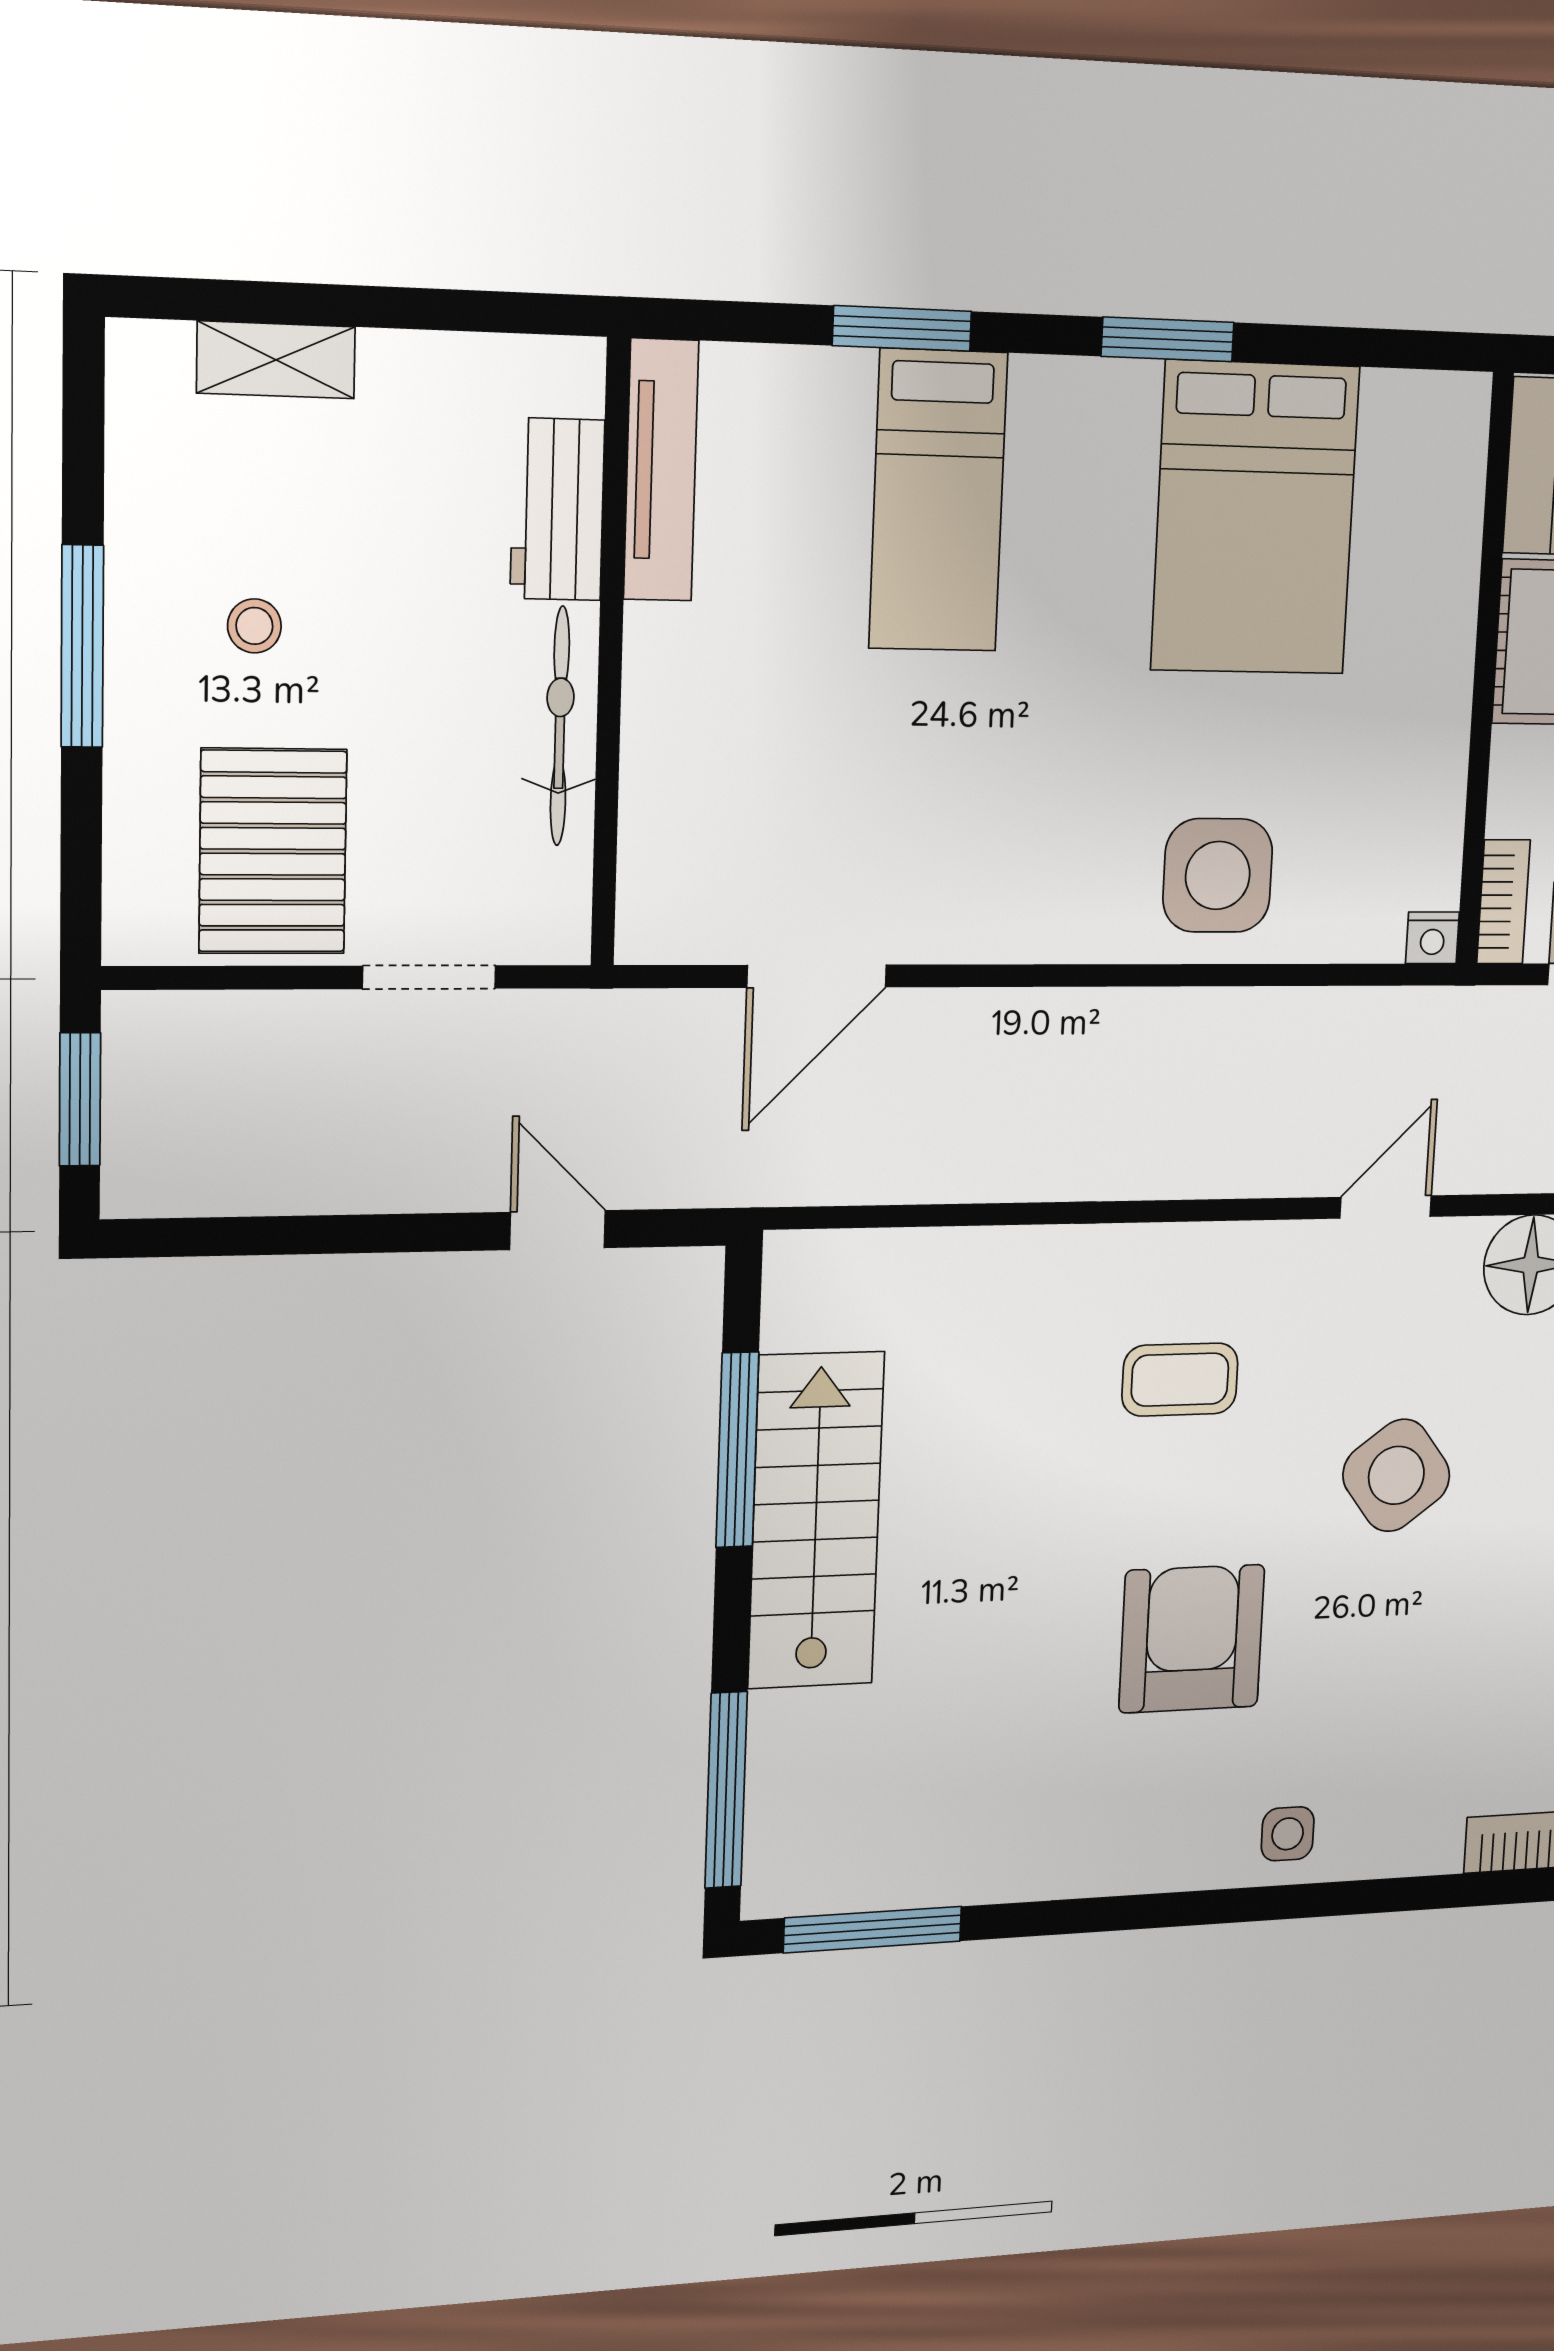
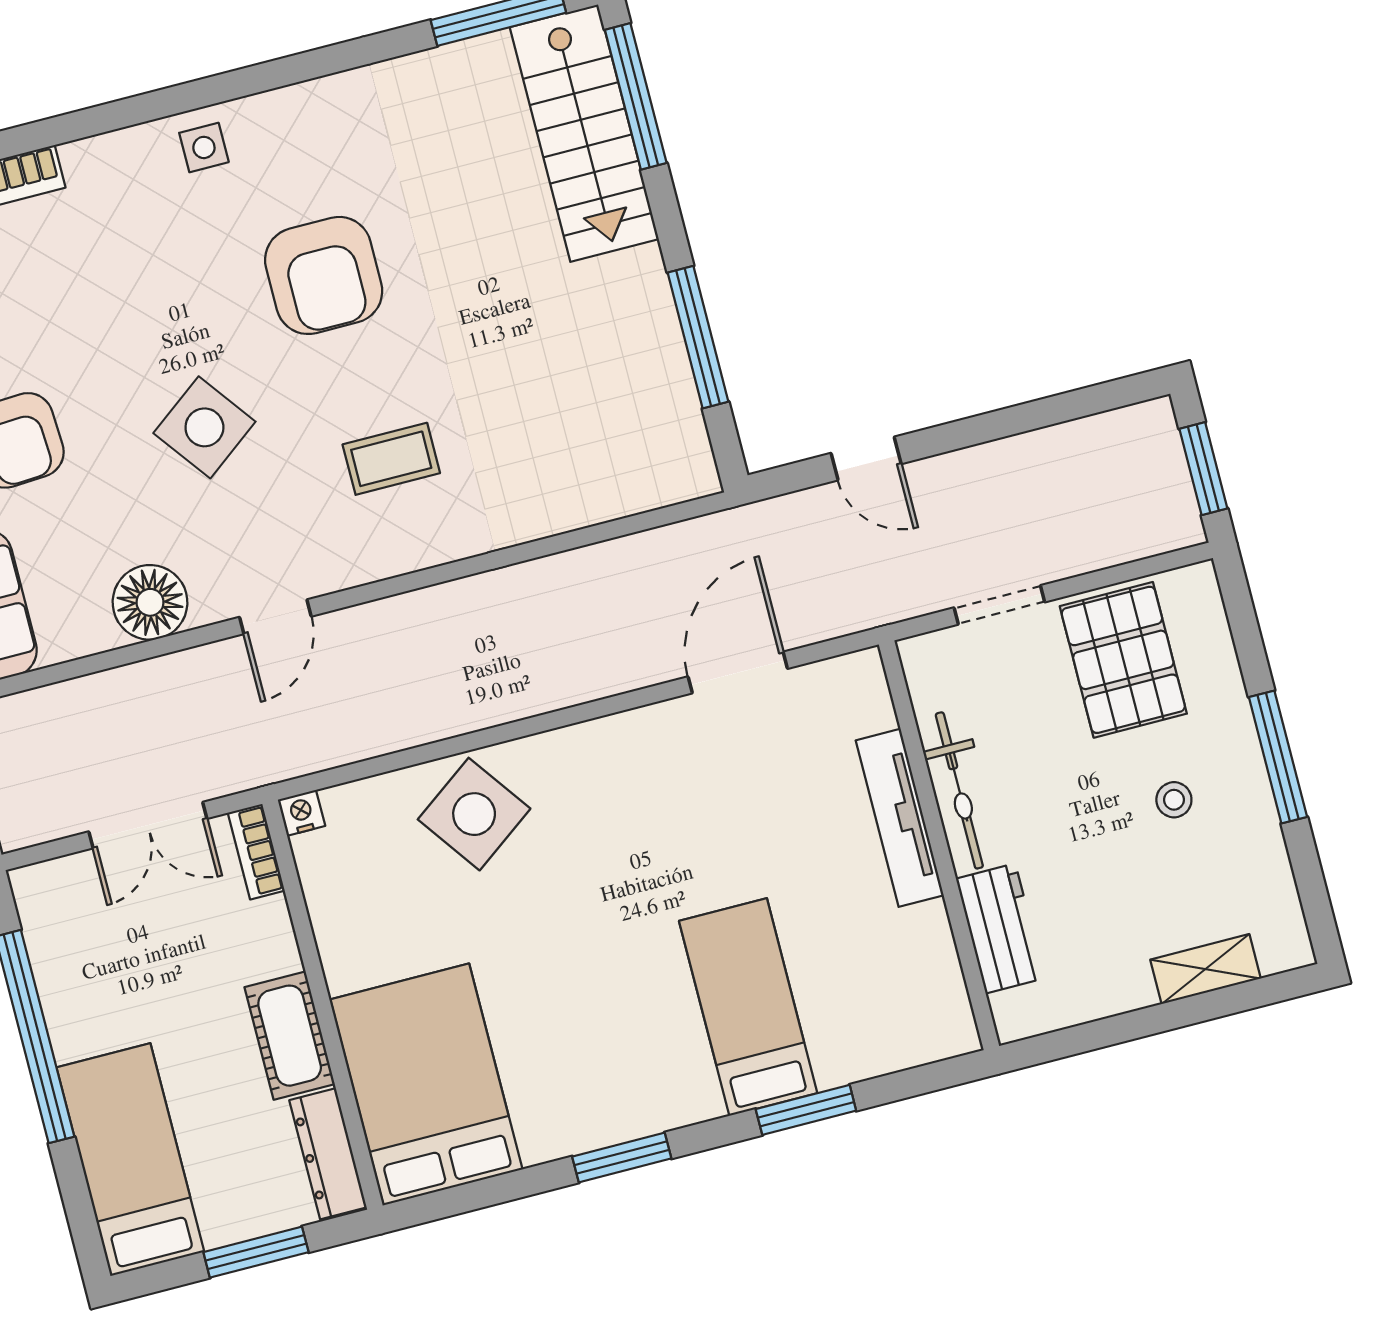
tv unit: (661, 470) -> (900, 818), moved
bed: (1255, 518) -> (426, 1084), moved
side table: (1218, 875) -> (474, 814), turned -36
stairs: (816, 1521) -> (584, 133), moved

